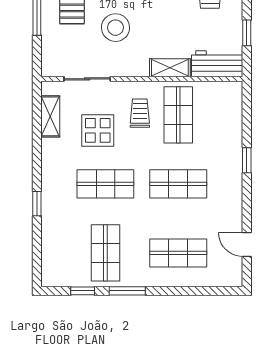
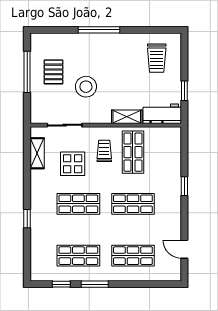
shop shelf: (105, 253) -> (78, 256), turned 90

